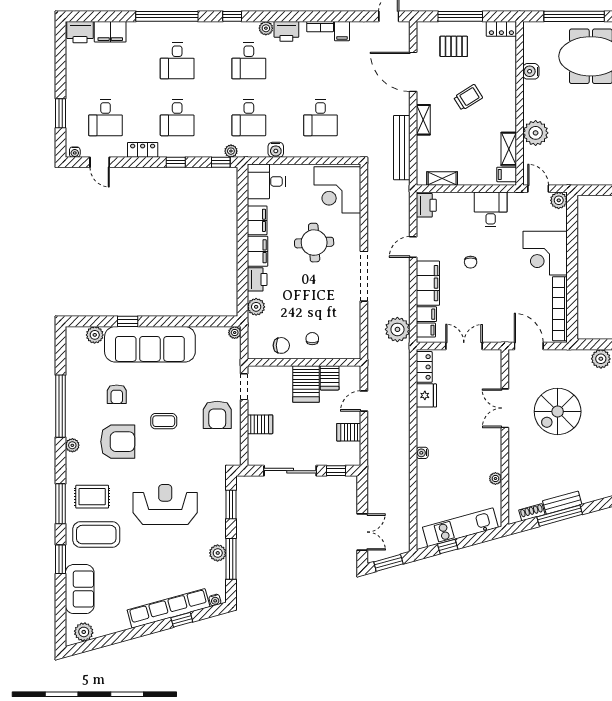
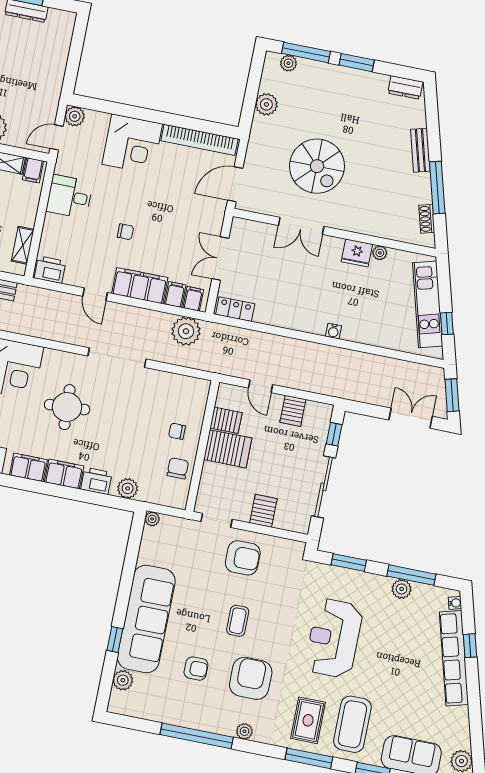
fridge: (426, 395) -> (357, 253), moved, turned 180
bench: (562, 503) -> (420, 150), moved

